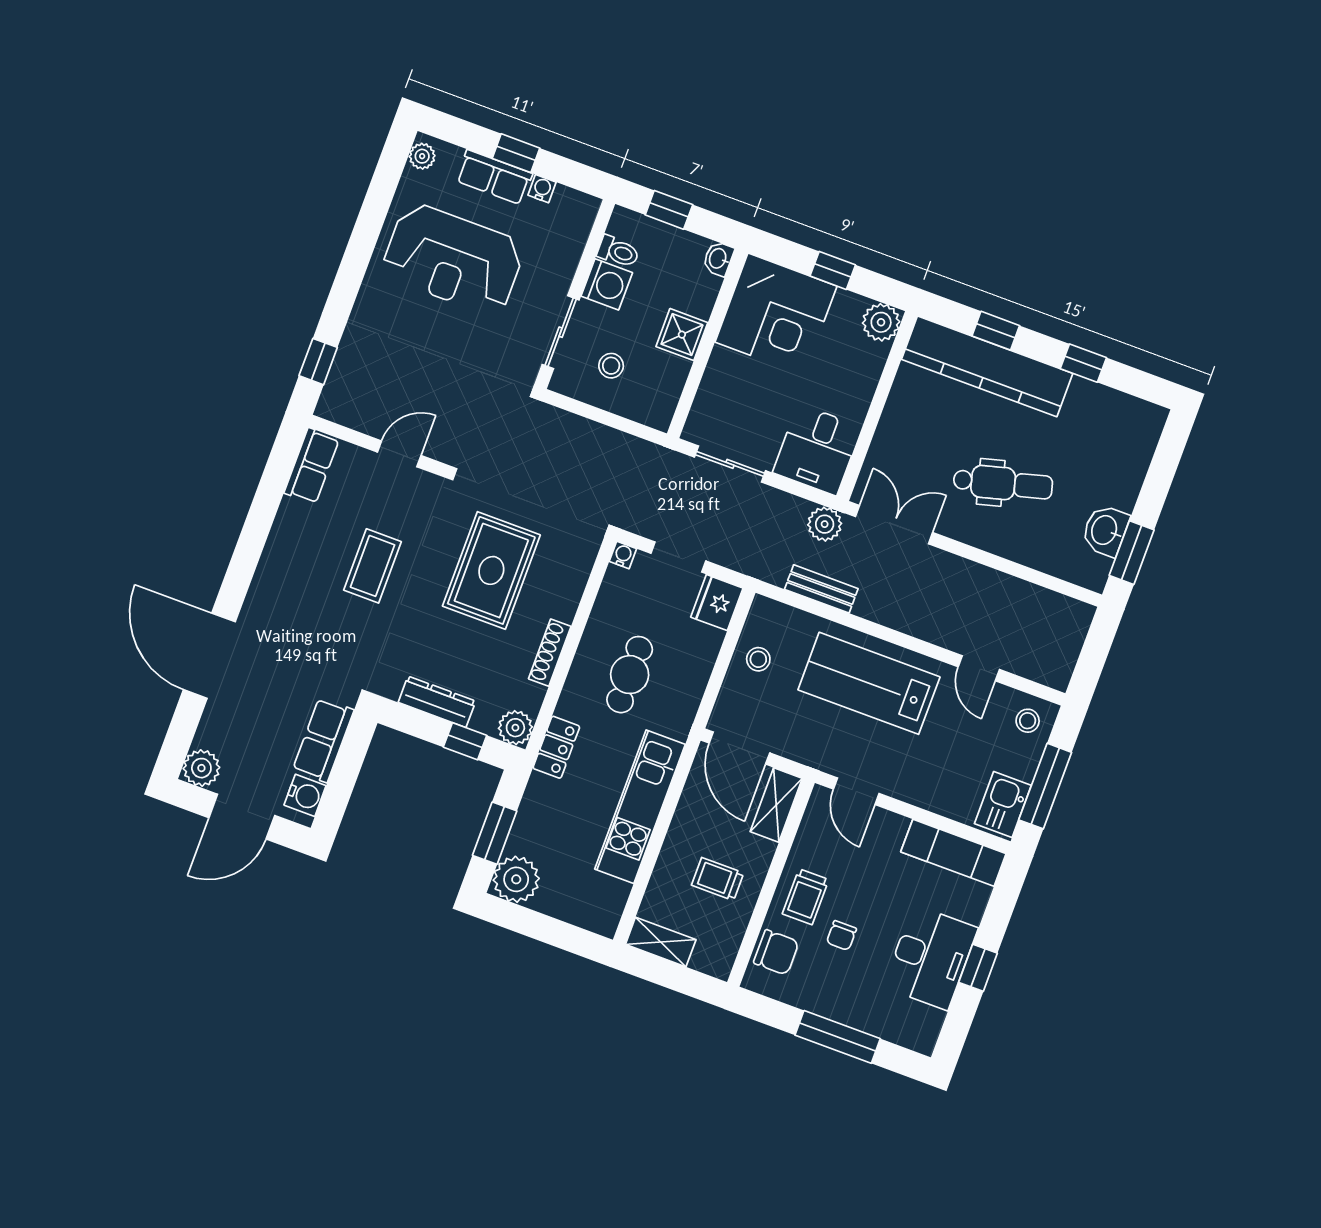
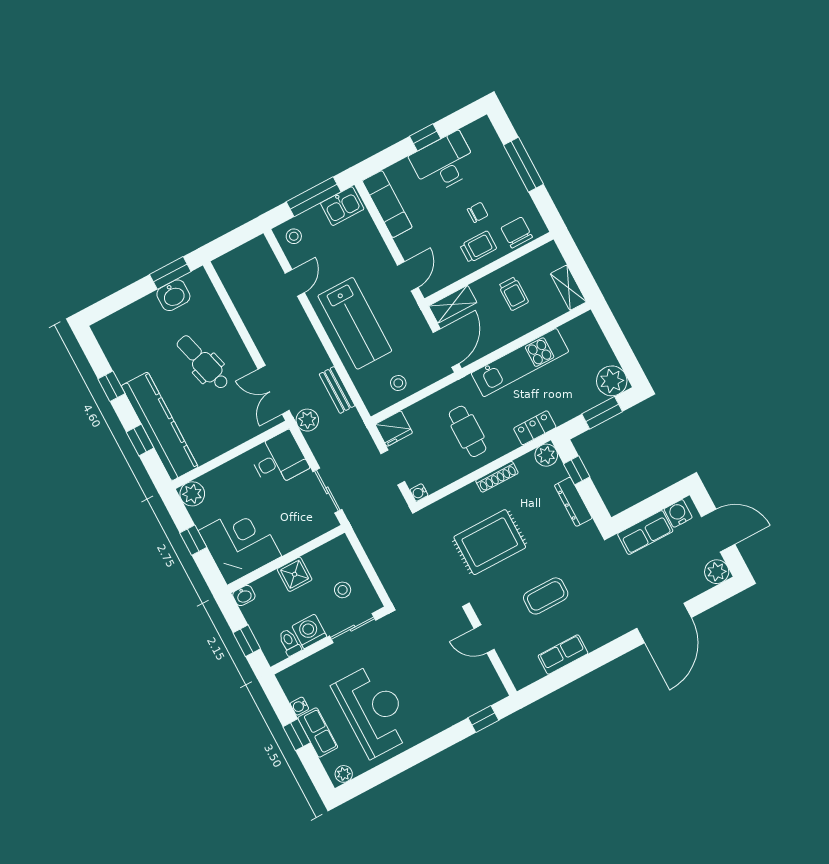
row of seats: (312, 466) -> (563, 655), moved
cafe table: (630, 675) -> (468, 431), turned 90

